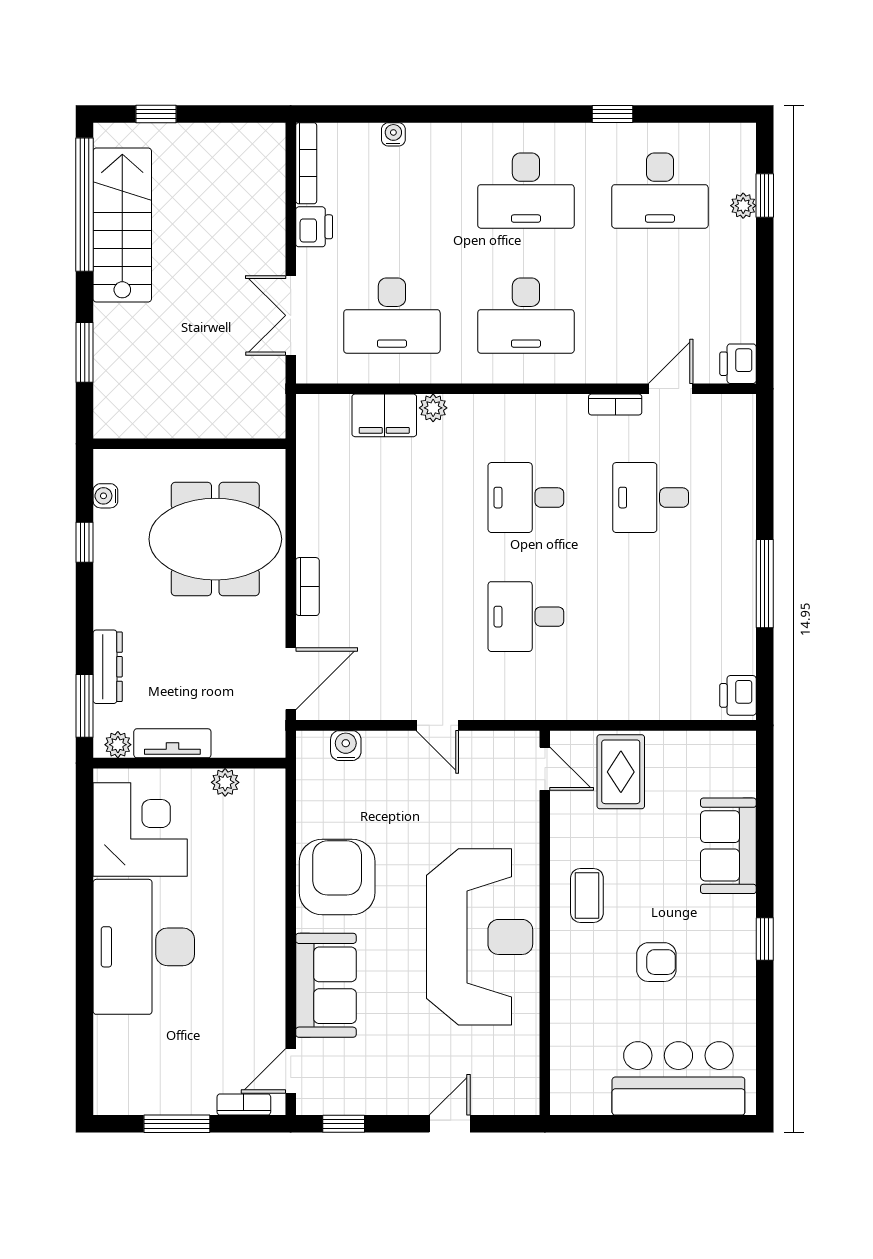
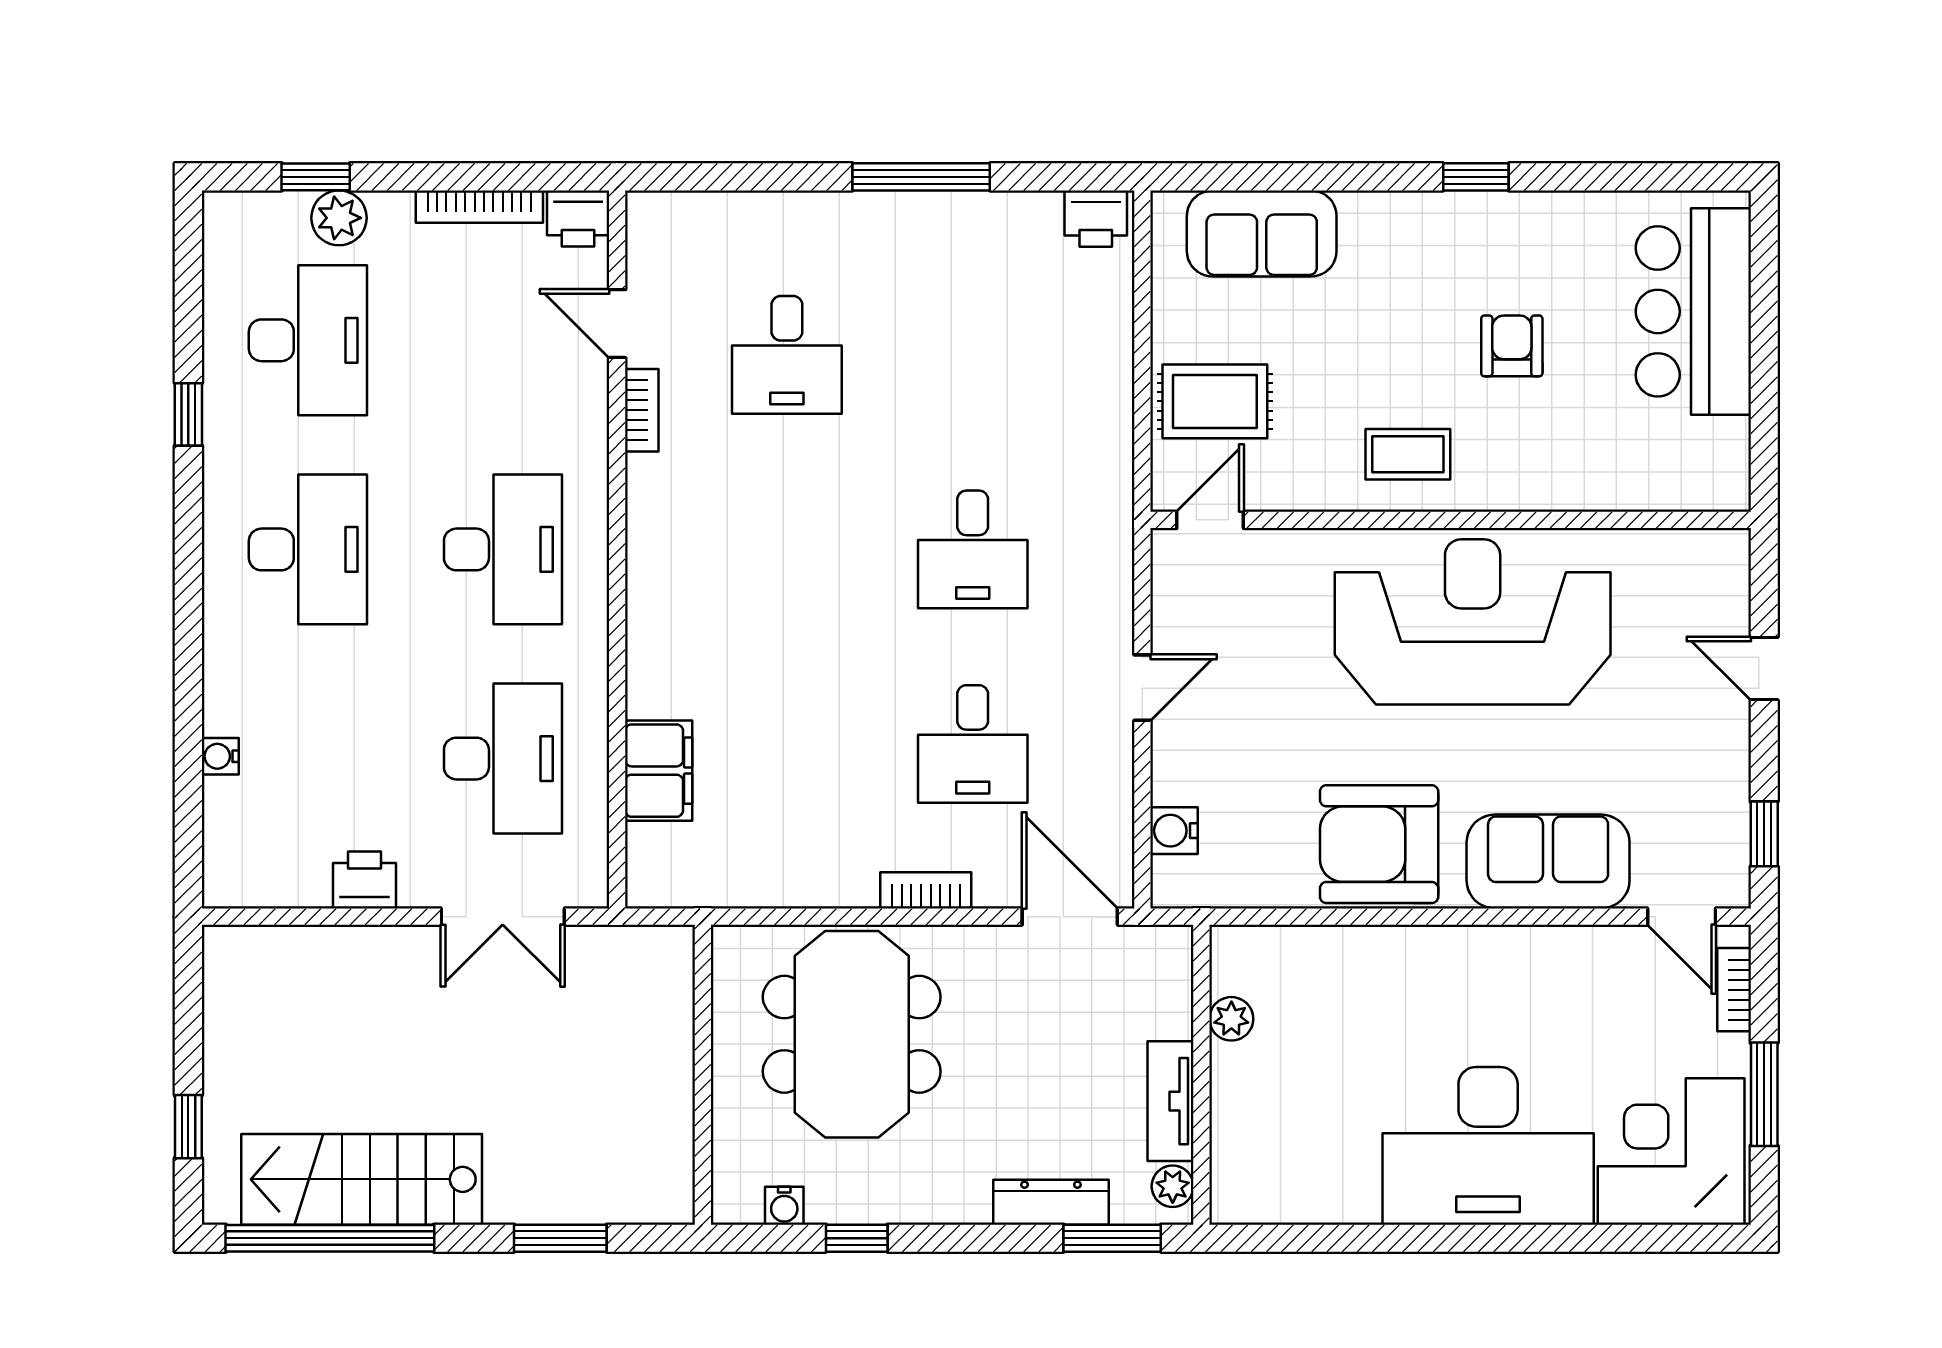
bookcase: (306, 163) -> (479, 207), moved, turned 180
plant: (743, 206) -> (339, 218), width x1.38, depth x1.38
plant: (433, 408) -> (647, 694), removed
desk: (526, 498) -> (973, 744), moved
corner desk: (140, 830) -> (1671, 1151), moved
sofa: (728, 846) -> (1262, 234), moved

